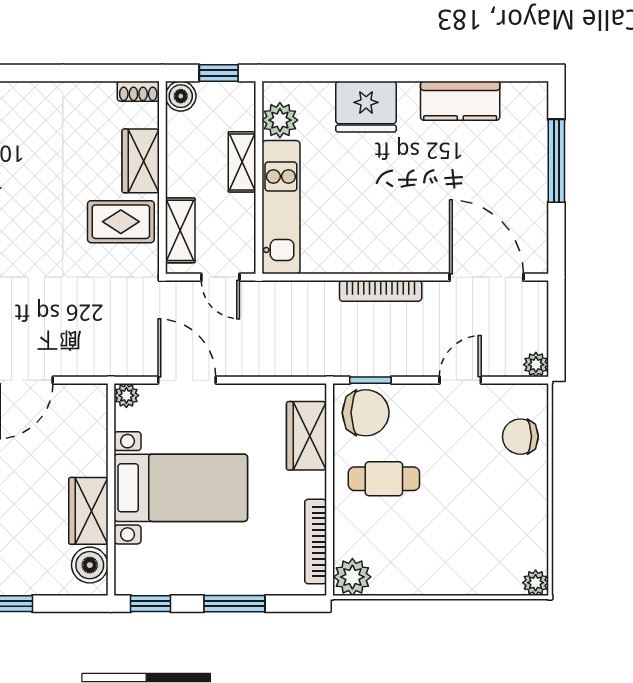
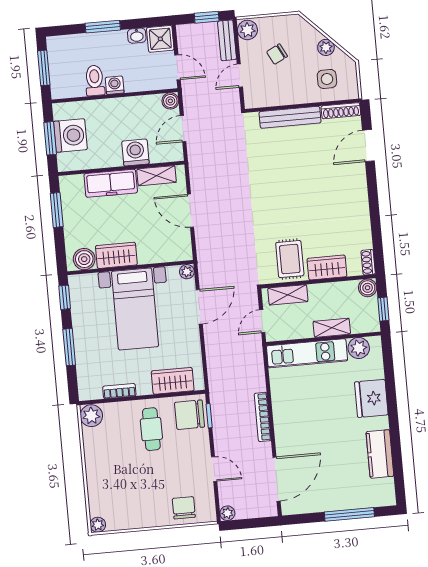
chair: (366, 413) -> (190, 415), turned 90
bookcase: (316, 542) -> (119, 391), width x0.64

